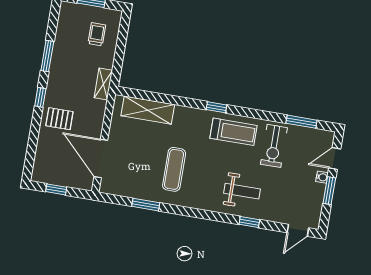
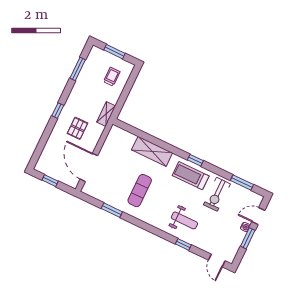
window: (47, 56) -> (78, 69), moved
window: (216, 107) -> (195, 160), moved
shelving: (148, 110) -> (152, 151), moved
pallet: (59, 119) -> (78, 128), moved, turned 90
treadmill: (234, 132) -> (191, 176), turned 180
door: (298, 230) -> (217, 260), hinge flipped

